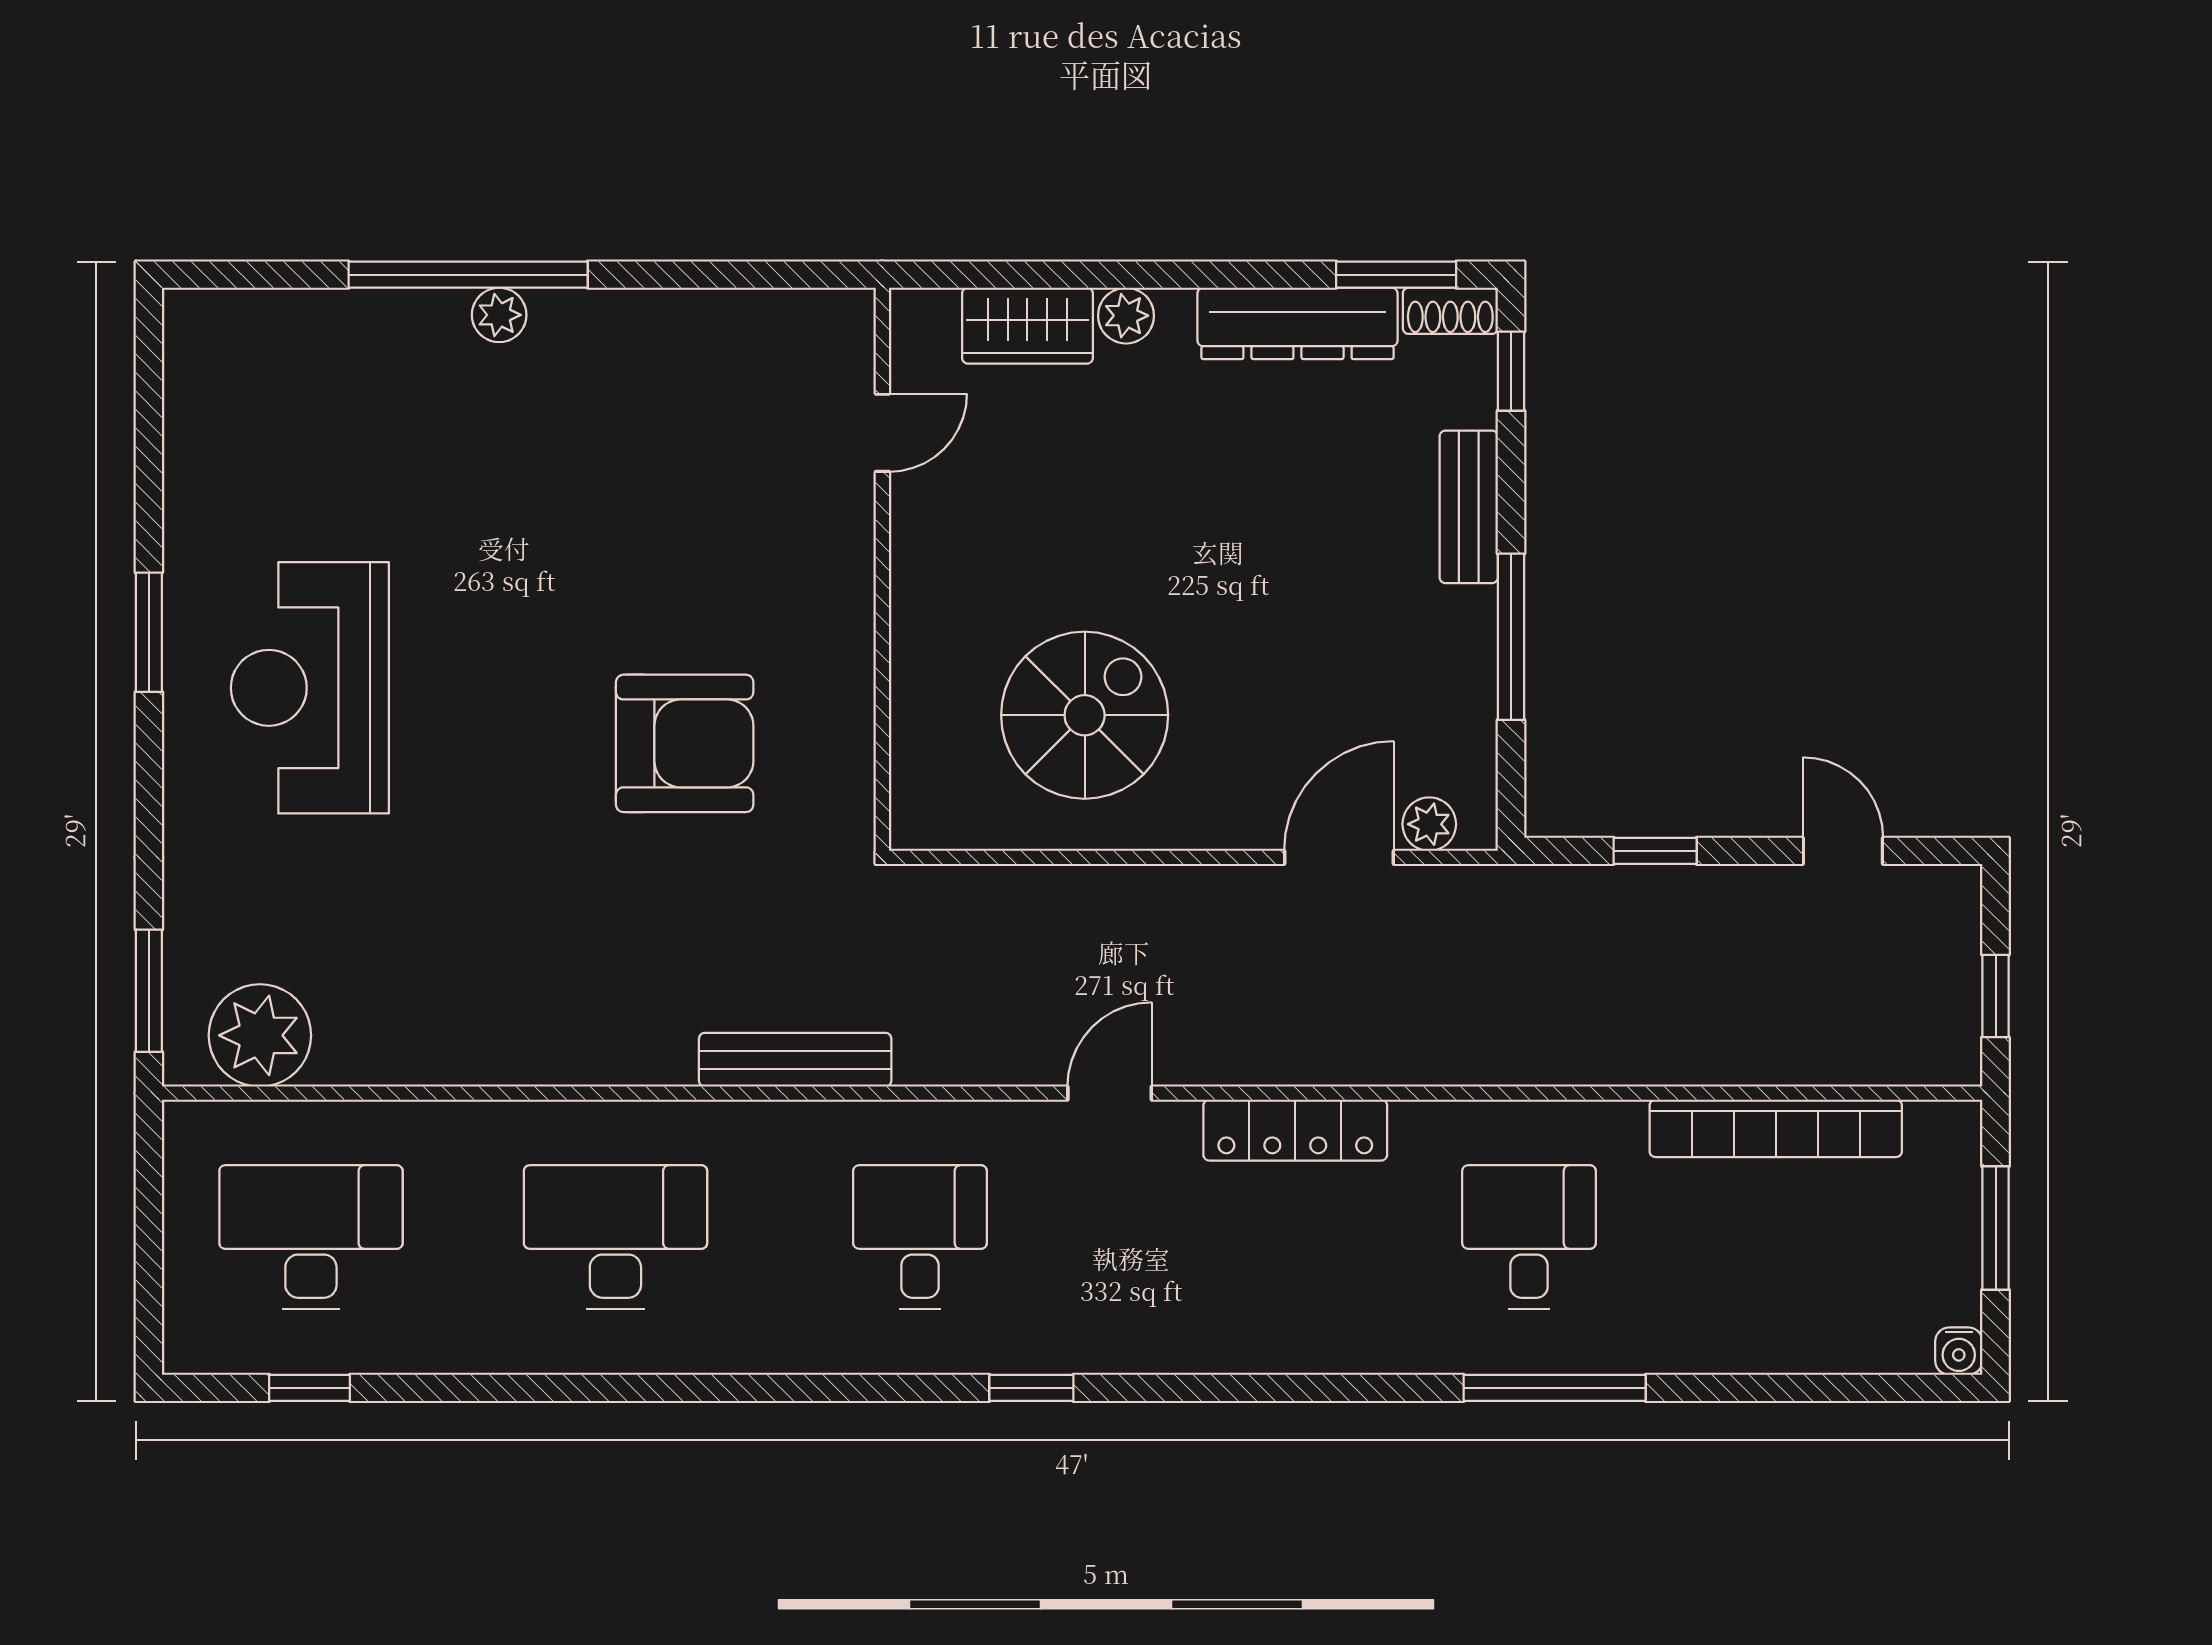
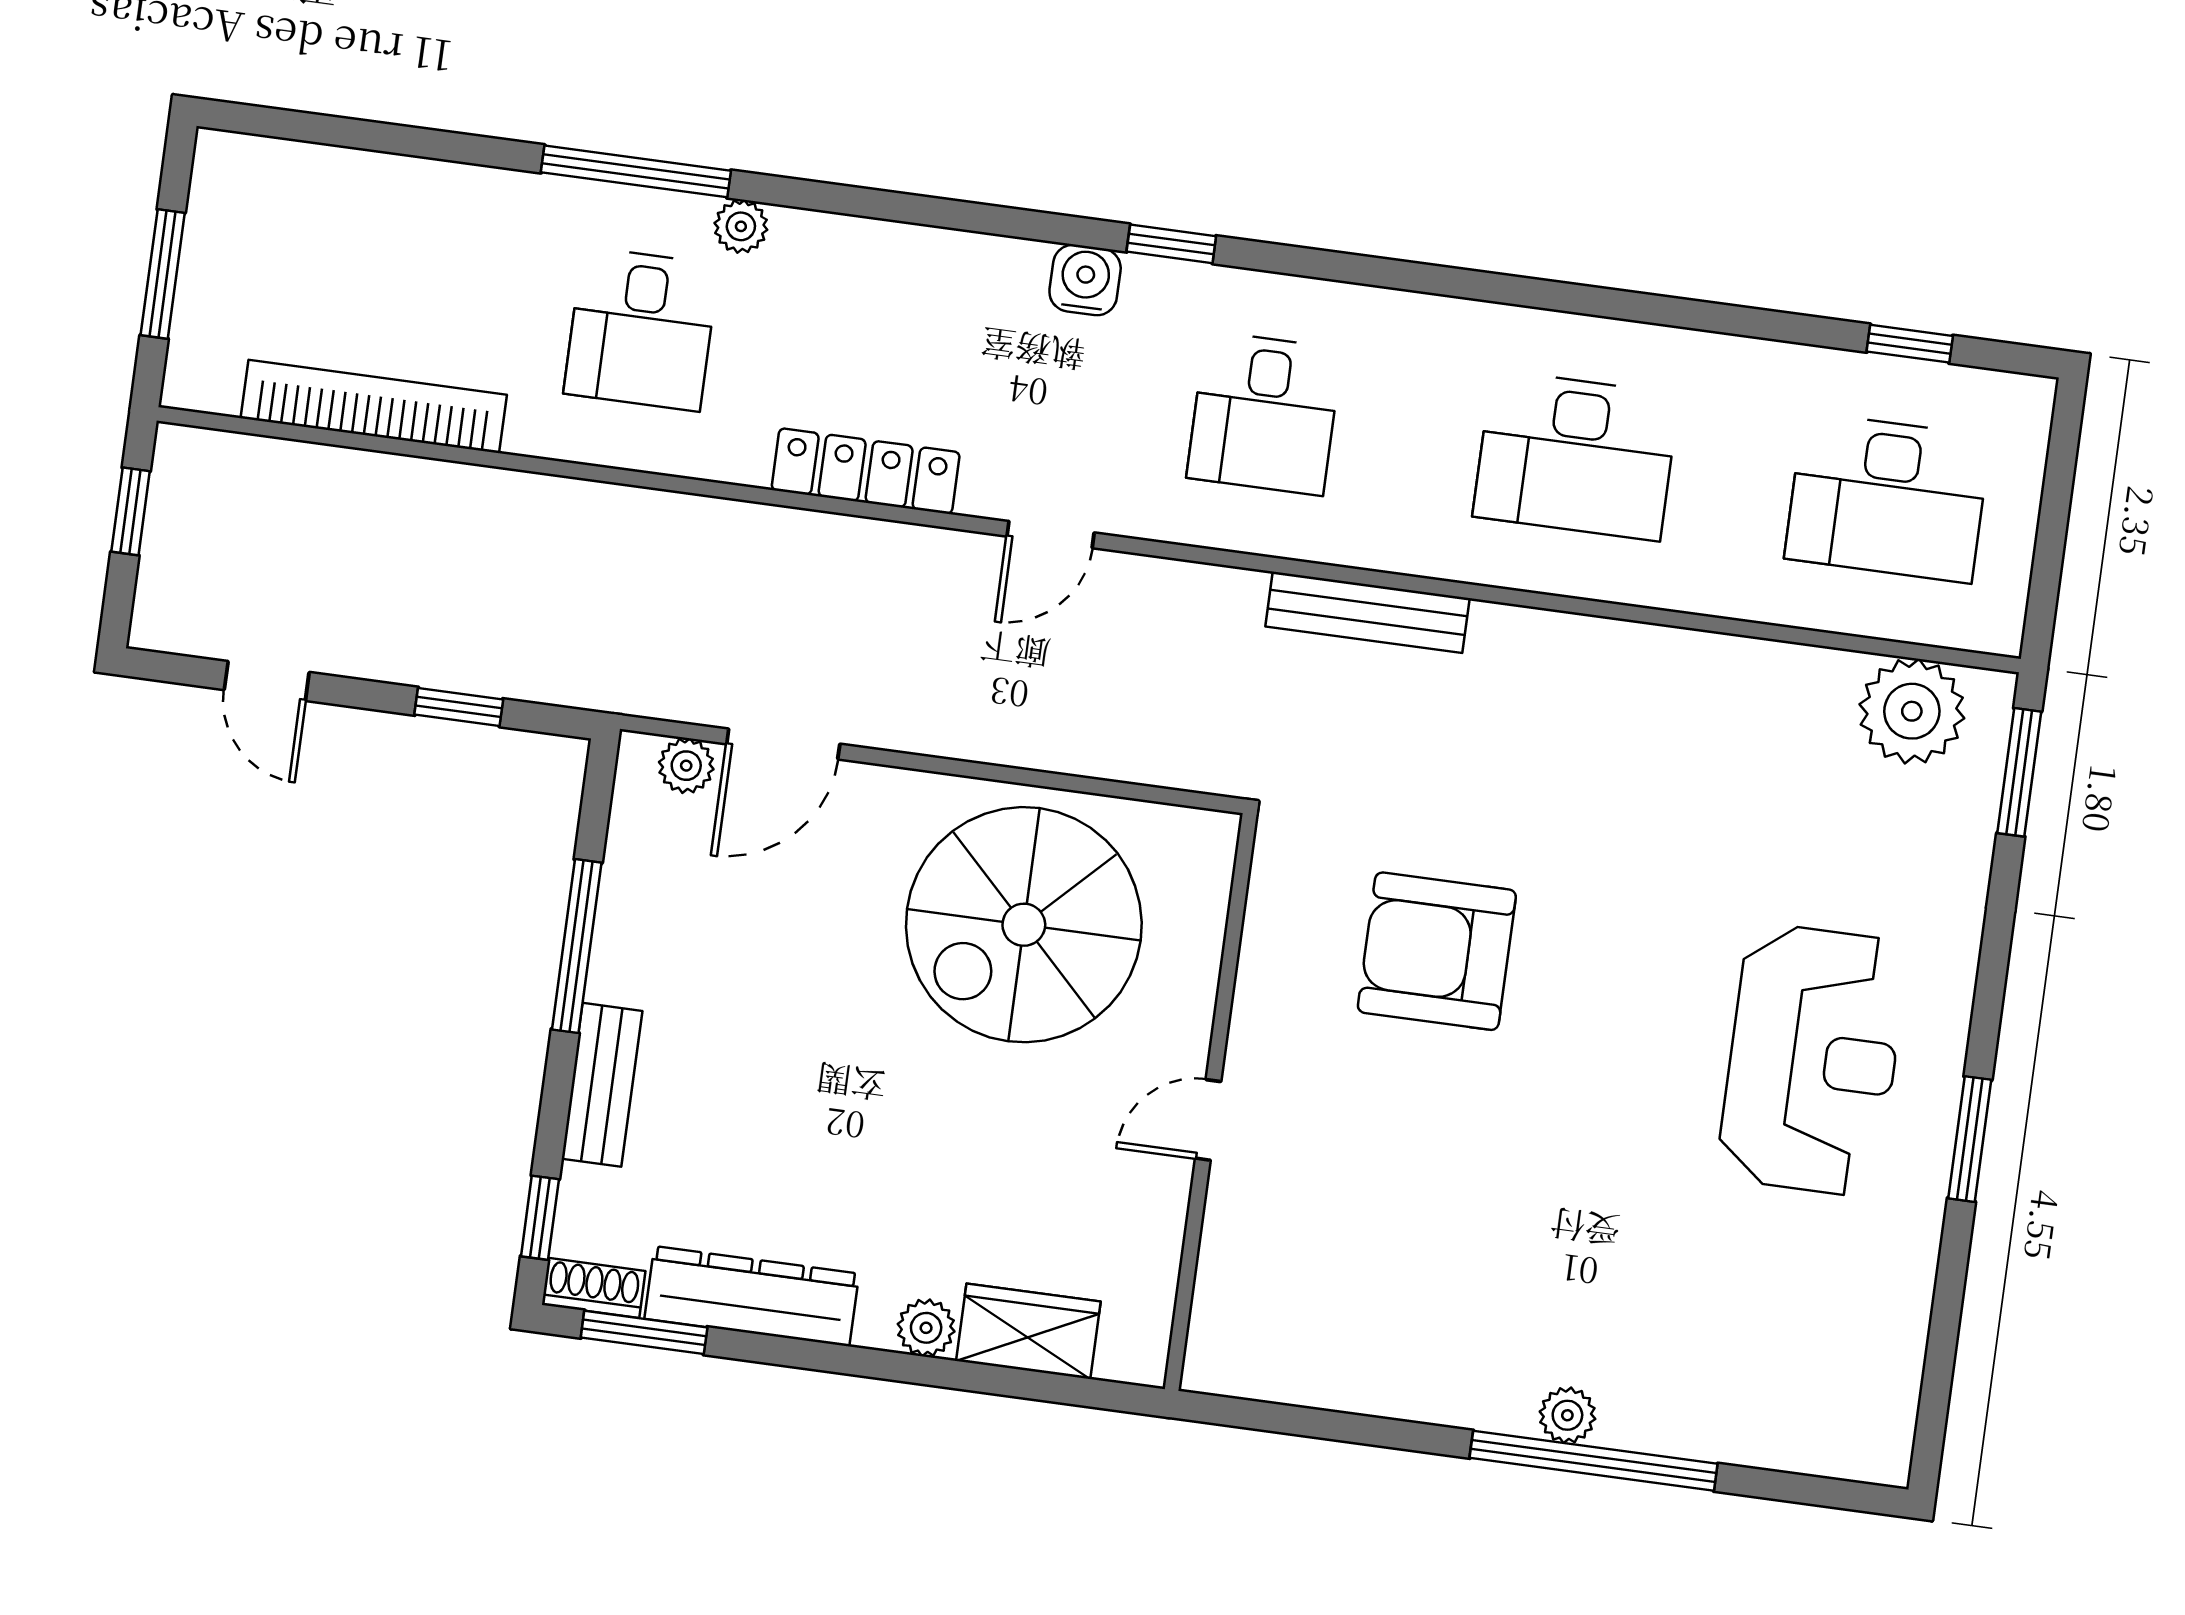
door: (882, 433) -> (1208, 1120), moved
spiral stairs: (1085, 715) -> (1024, 925), width x1.37, depth x1.37
plant: (1447, 1349) -> (741, 226), added
water cooler: (1959, 1351) -> (1085, 280), moved, width x1.38, depth x1.38

